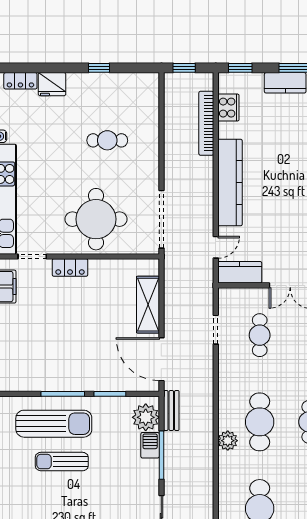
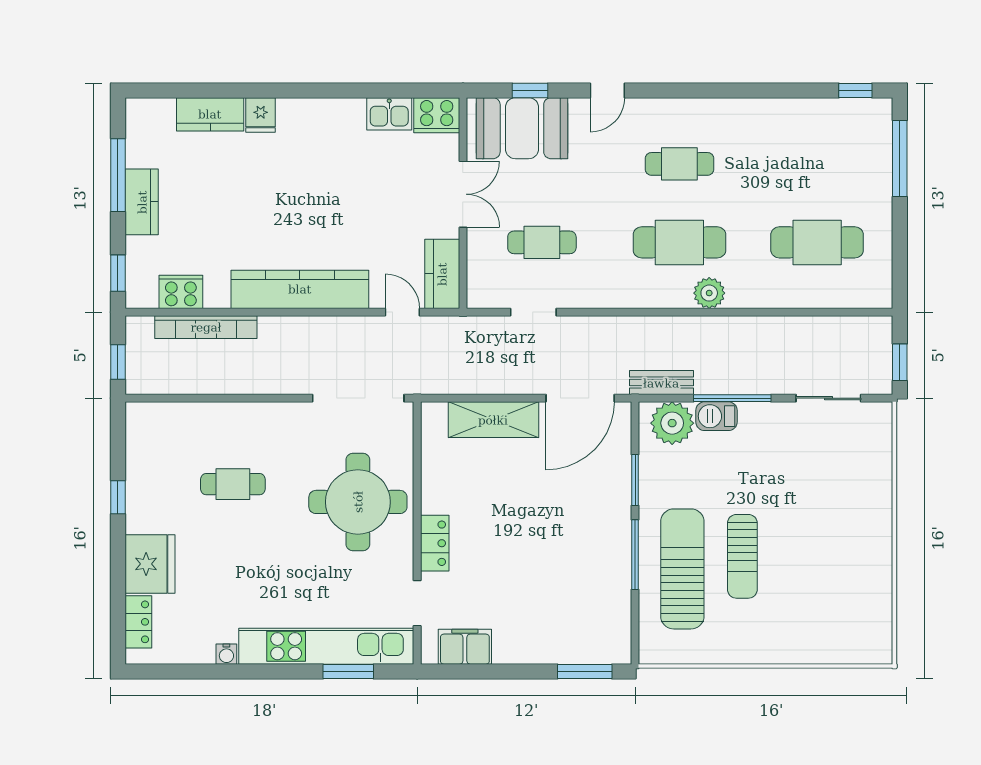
fridge: (52, 84) -> (150, 564), width x1.36, depth x1.34
cafe table: (107, 140) -> (233, 484), turned 90

